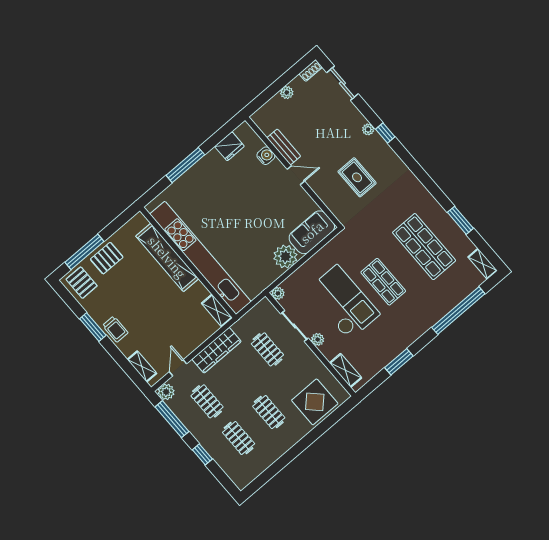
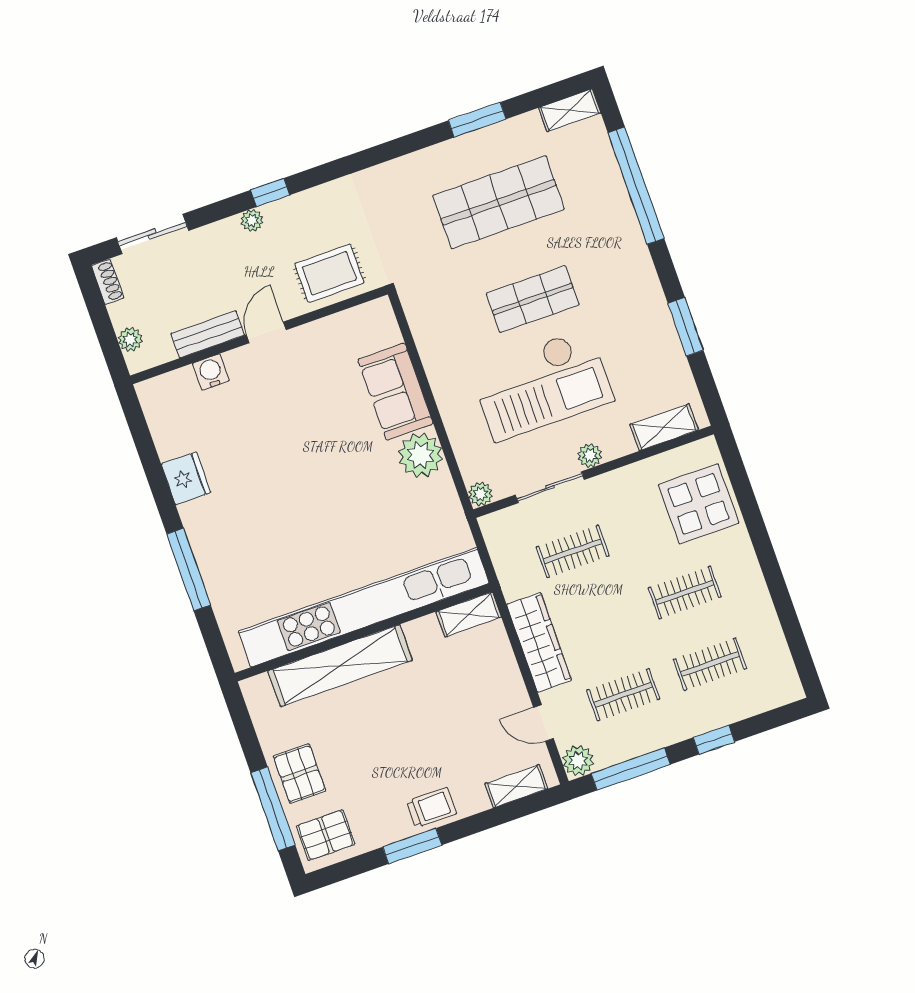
bench: (284, 147) -> (208, 334), moved
water cooler: (266, 156) -> (211, 372), moved
wall: (293, 172) -> (259, 335), moved
door: (296, 175) -> (266, 332), moved
checkout: (343, 303) -> (542, 385), turned 180

